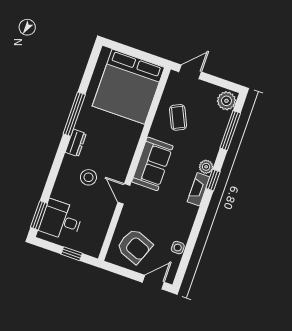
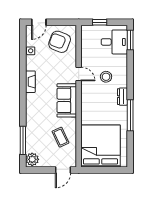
plant: (206, 167) -> (31, 111), removed
window: (213, 180) -> (23, 104), removed
fireplace: (198, 189) -> (30, 82), moved

